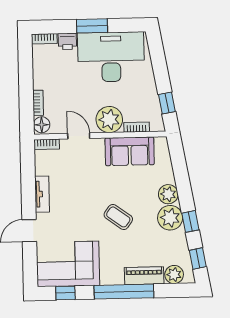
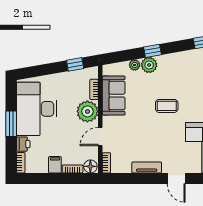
filing cabinet: (43, 81) -> (55, 165), added
coffee table: (118, 217) -> (167, 106), turned 54
plant: (170, 218) -> (135, 65), moved, width x0.53, depth x0.53
window: (190, 221) -> (152, 51), moved

